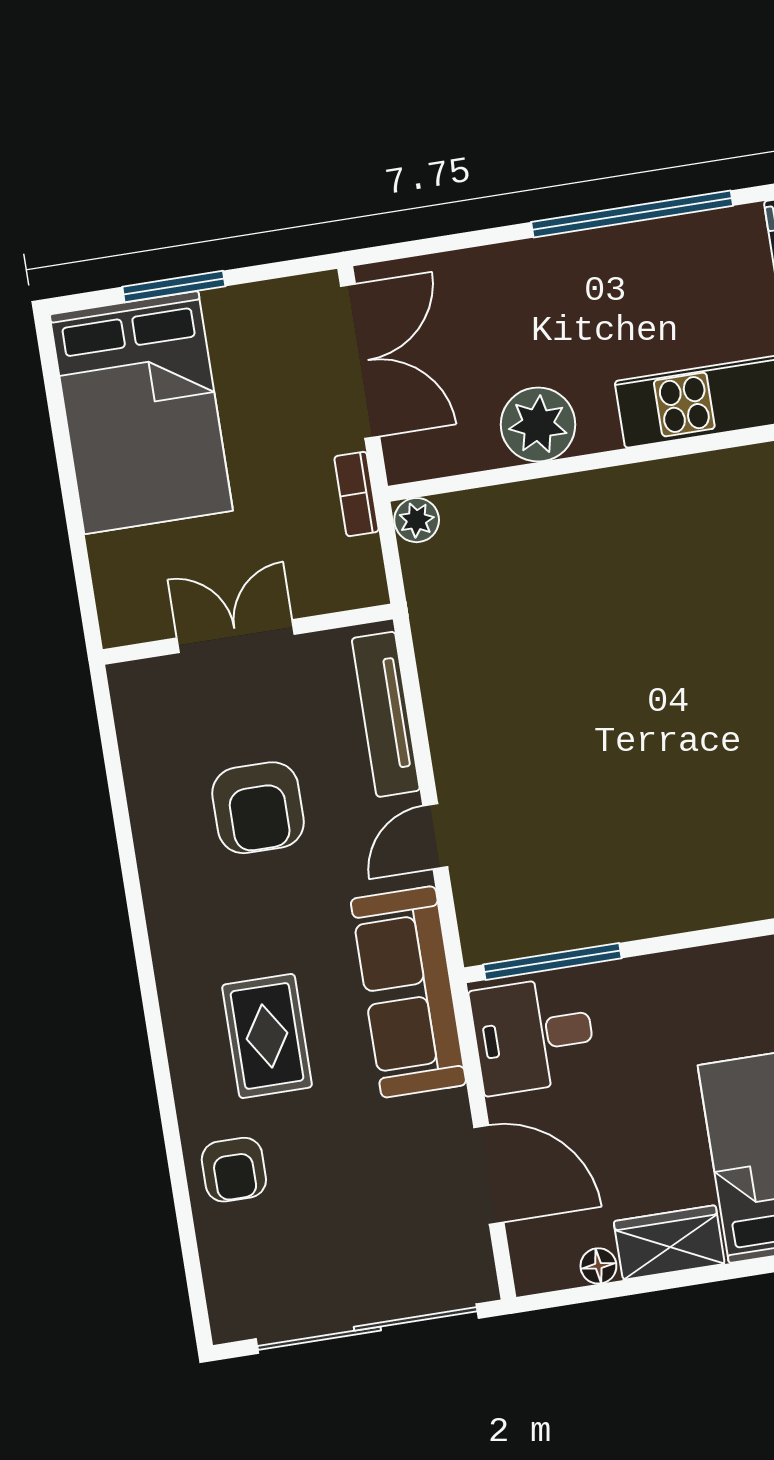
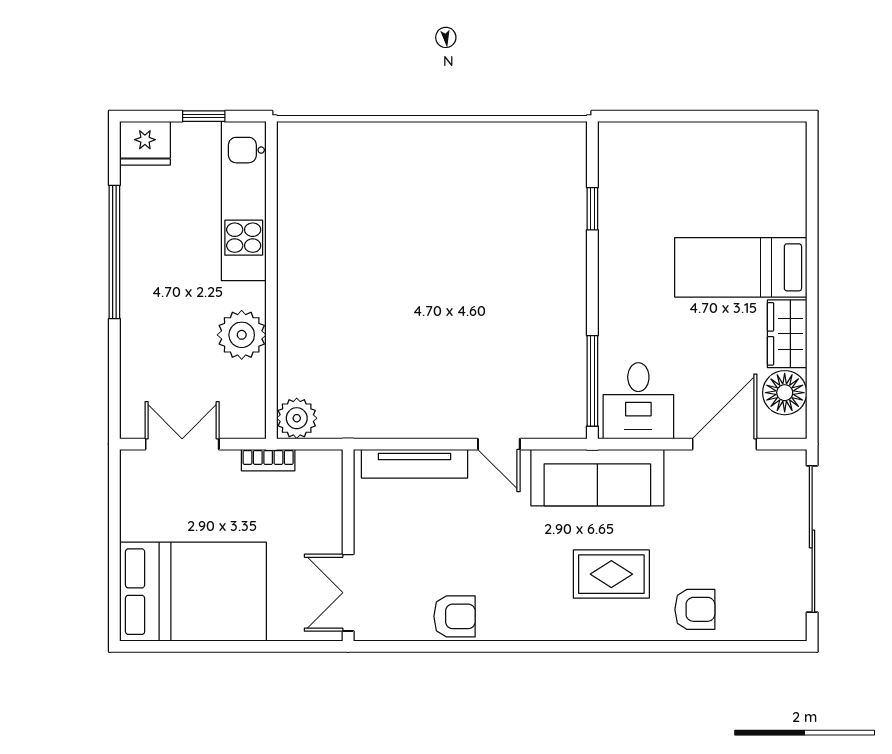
window: (174, 287) -> (114, 557), removed
double door: (360, 361) -> (182, 444), width x0.73
plant: (417, 520) -> (297, 418), width x1.38, depth x1.38
double door: (236, 636) -> (348, 593), moved
armchair: (258, 808) -> (455, 616), moved, width x0.72, depth x0.72
floor lamp: (598, 1266) -> (785, 393), width x1.89, depth x1.89

